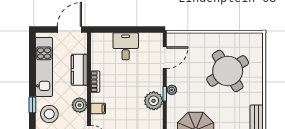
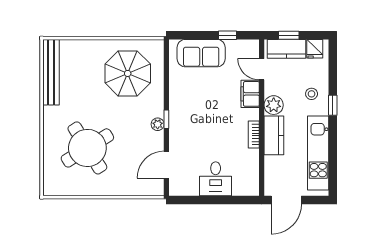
kitchen counter: (79, 70) -> (274, 135), moved
plant: (154, 101) -> (180, 110), removed
filing cabinet: (98, 109) -> (250, 94), width x2.00
stool: (49, 114) -> (312, 94), width x0.53, depth x0.53

